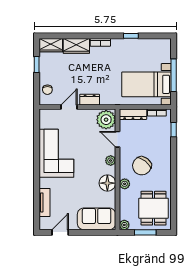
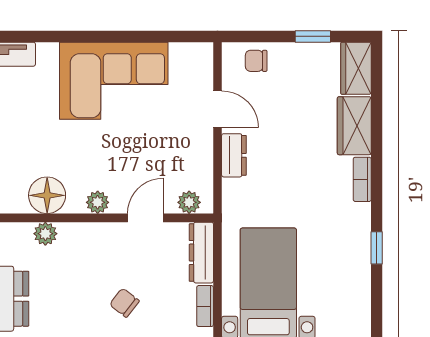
plant: (106, 120) -> (189, 202), width x0.53, depth x0.53
chair: (142, 166) -> (124, 303), moved, width x0.54, depth x0.54

